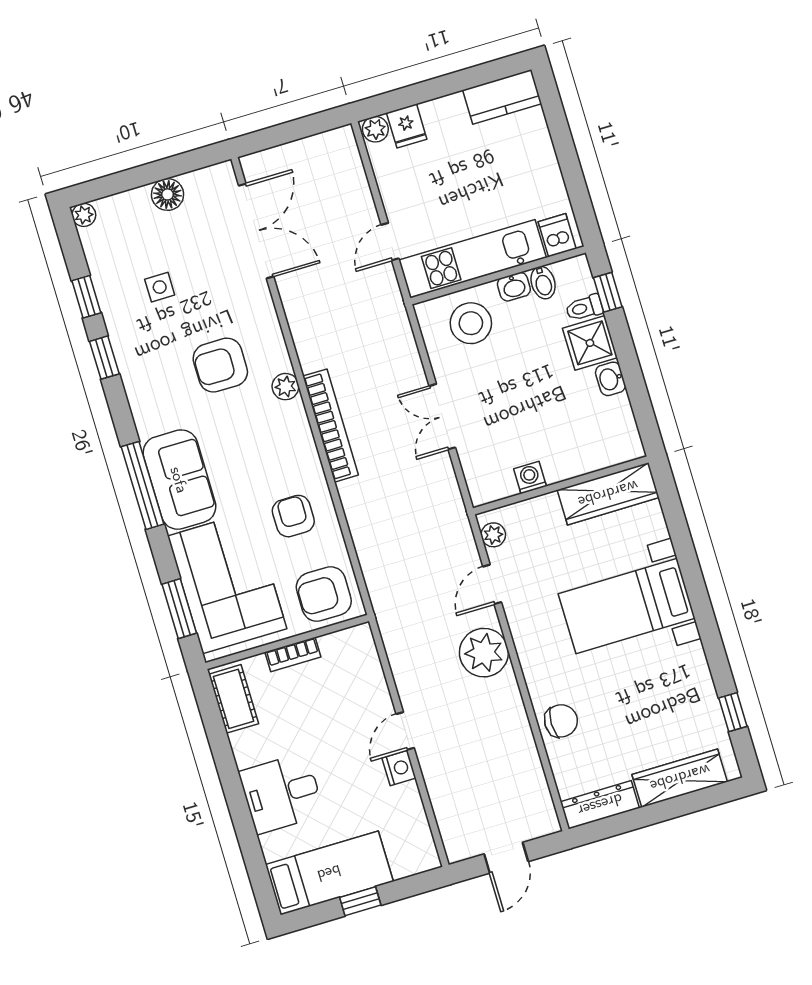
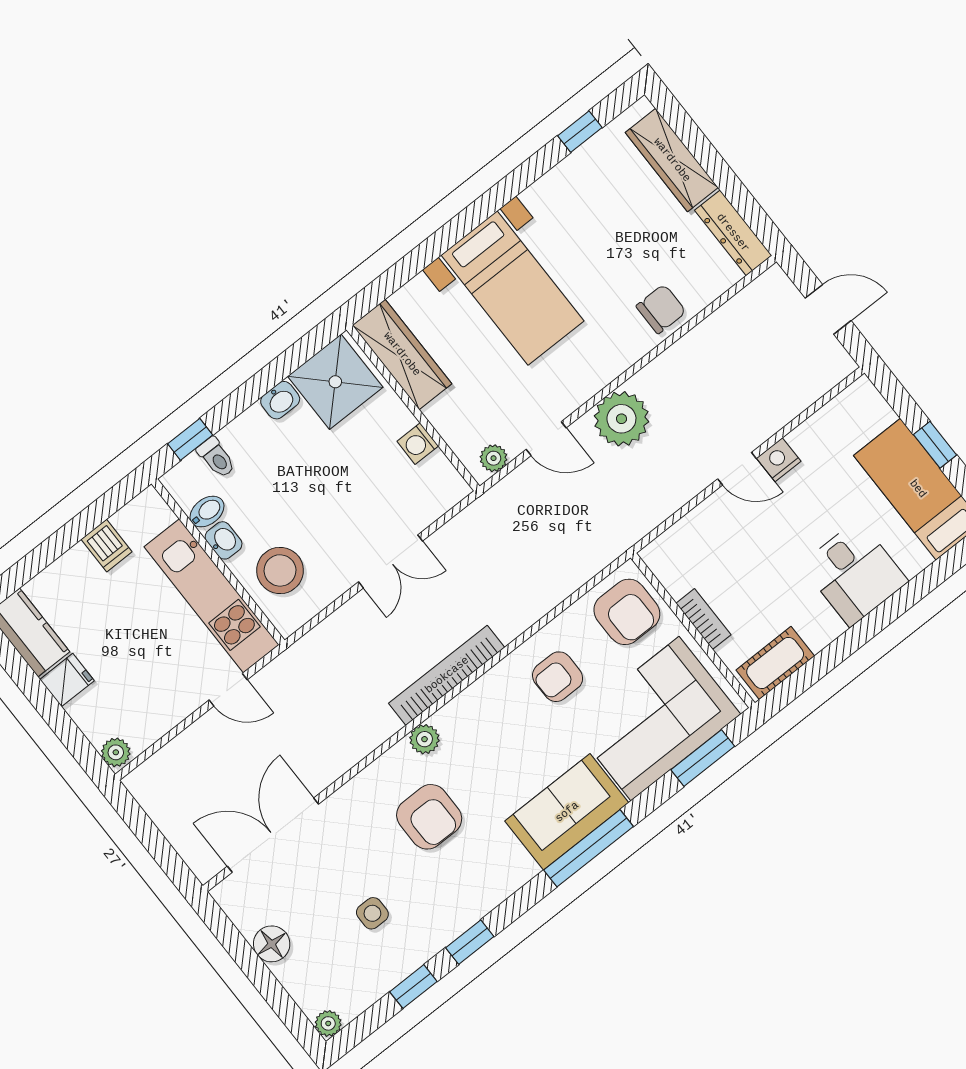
fridge: (407, 126) -> (67, 680), moved
dishwasher: (557, 235) -> (107, 546), moved, turned -90
shower: (590, 343) -> (335, 382), moved, width x1.36, depth x1.36
chair: (561, 721) -> (661, 309), turned 90

